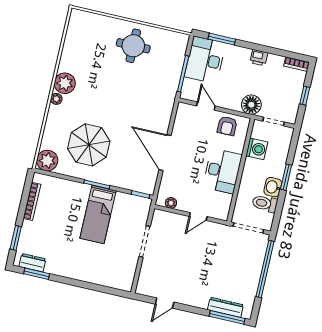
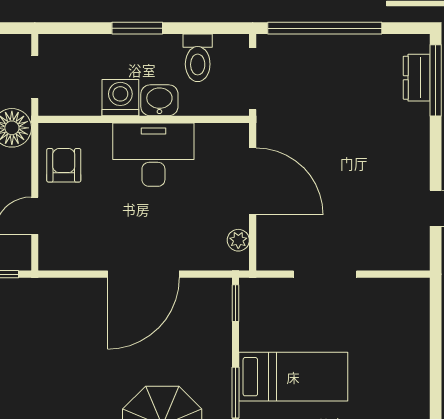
armchair: (227, 126) -> (64, 165), turned -90
washing machine: (257, 149) -> (120, 98), moved
washbasin: (273, 187) -> (159, 100), moved, turned 180
door: (198, 217) -> (253, 181), width x1.88
dresser: (225, 307) -> (417, 78), width x0.70

